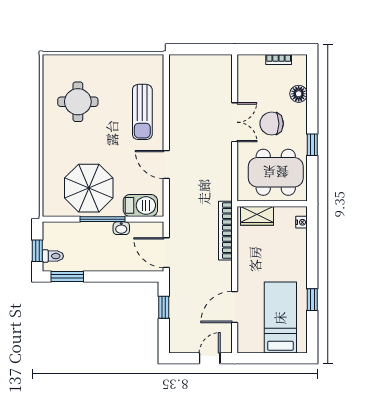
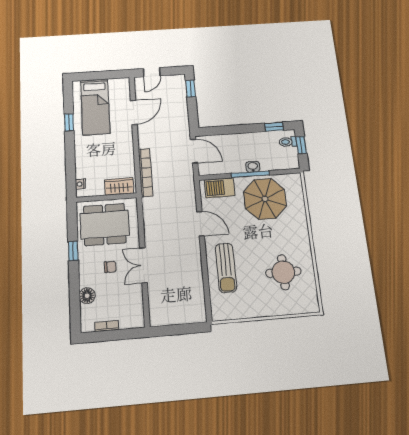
sun lounger: (142, 112) -> (226, 268), turned 180
chair: (272, 124) -> (110, 267), width x0.54, depth x0.54
washbasin: (121, 228) -> (253, 167), moved
window: (67, 276) -> (274, 127), width x0.67
window: (164, 307) -> (191, 88), moved

